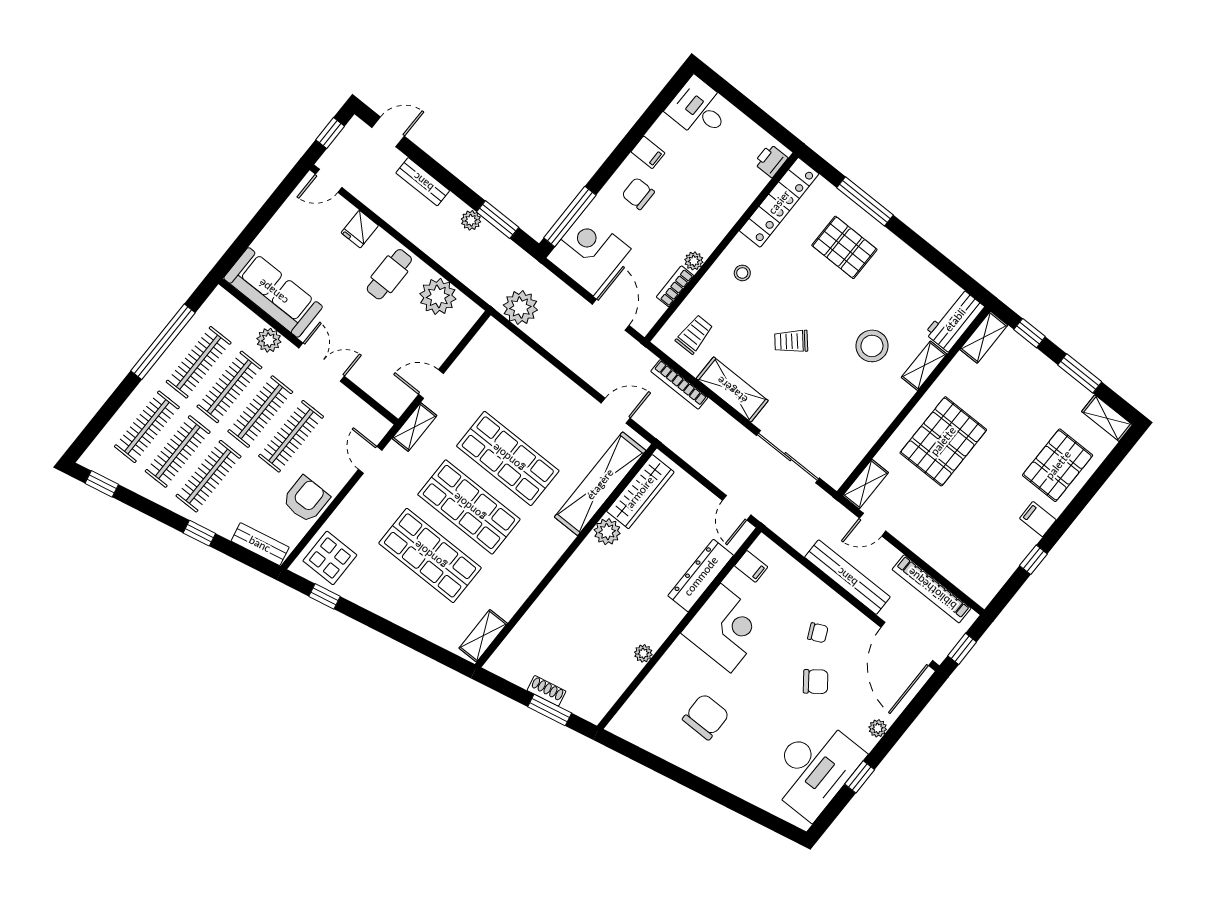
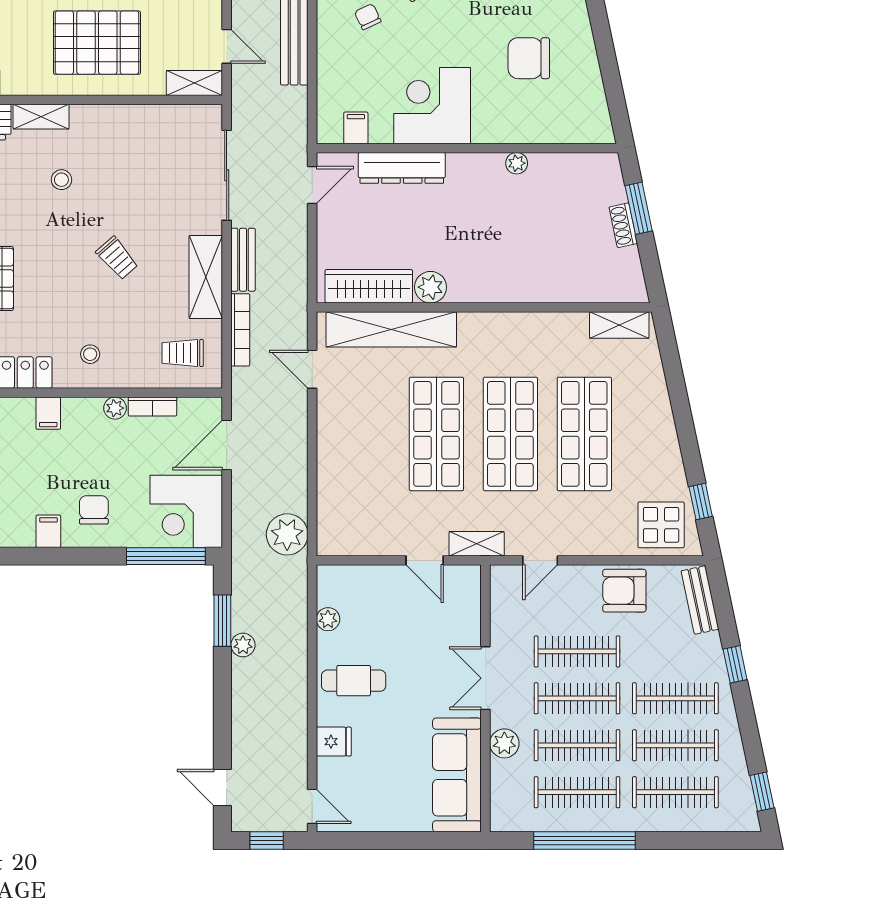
bench: (423, 182) -> (243, 260), moved
chair: (638, 194) -> (94, 510), turned 180
filing cabinet: (726, 214) -> (48, 413), added
plant: (438, 296) -> (328, 619), width x0.53, depth x0.53
stool: (872, 346) -> (61, 180), width x0.53, depth x0.53

